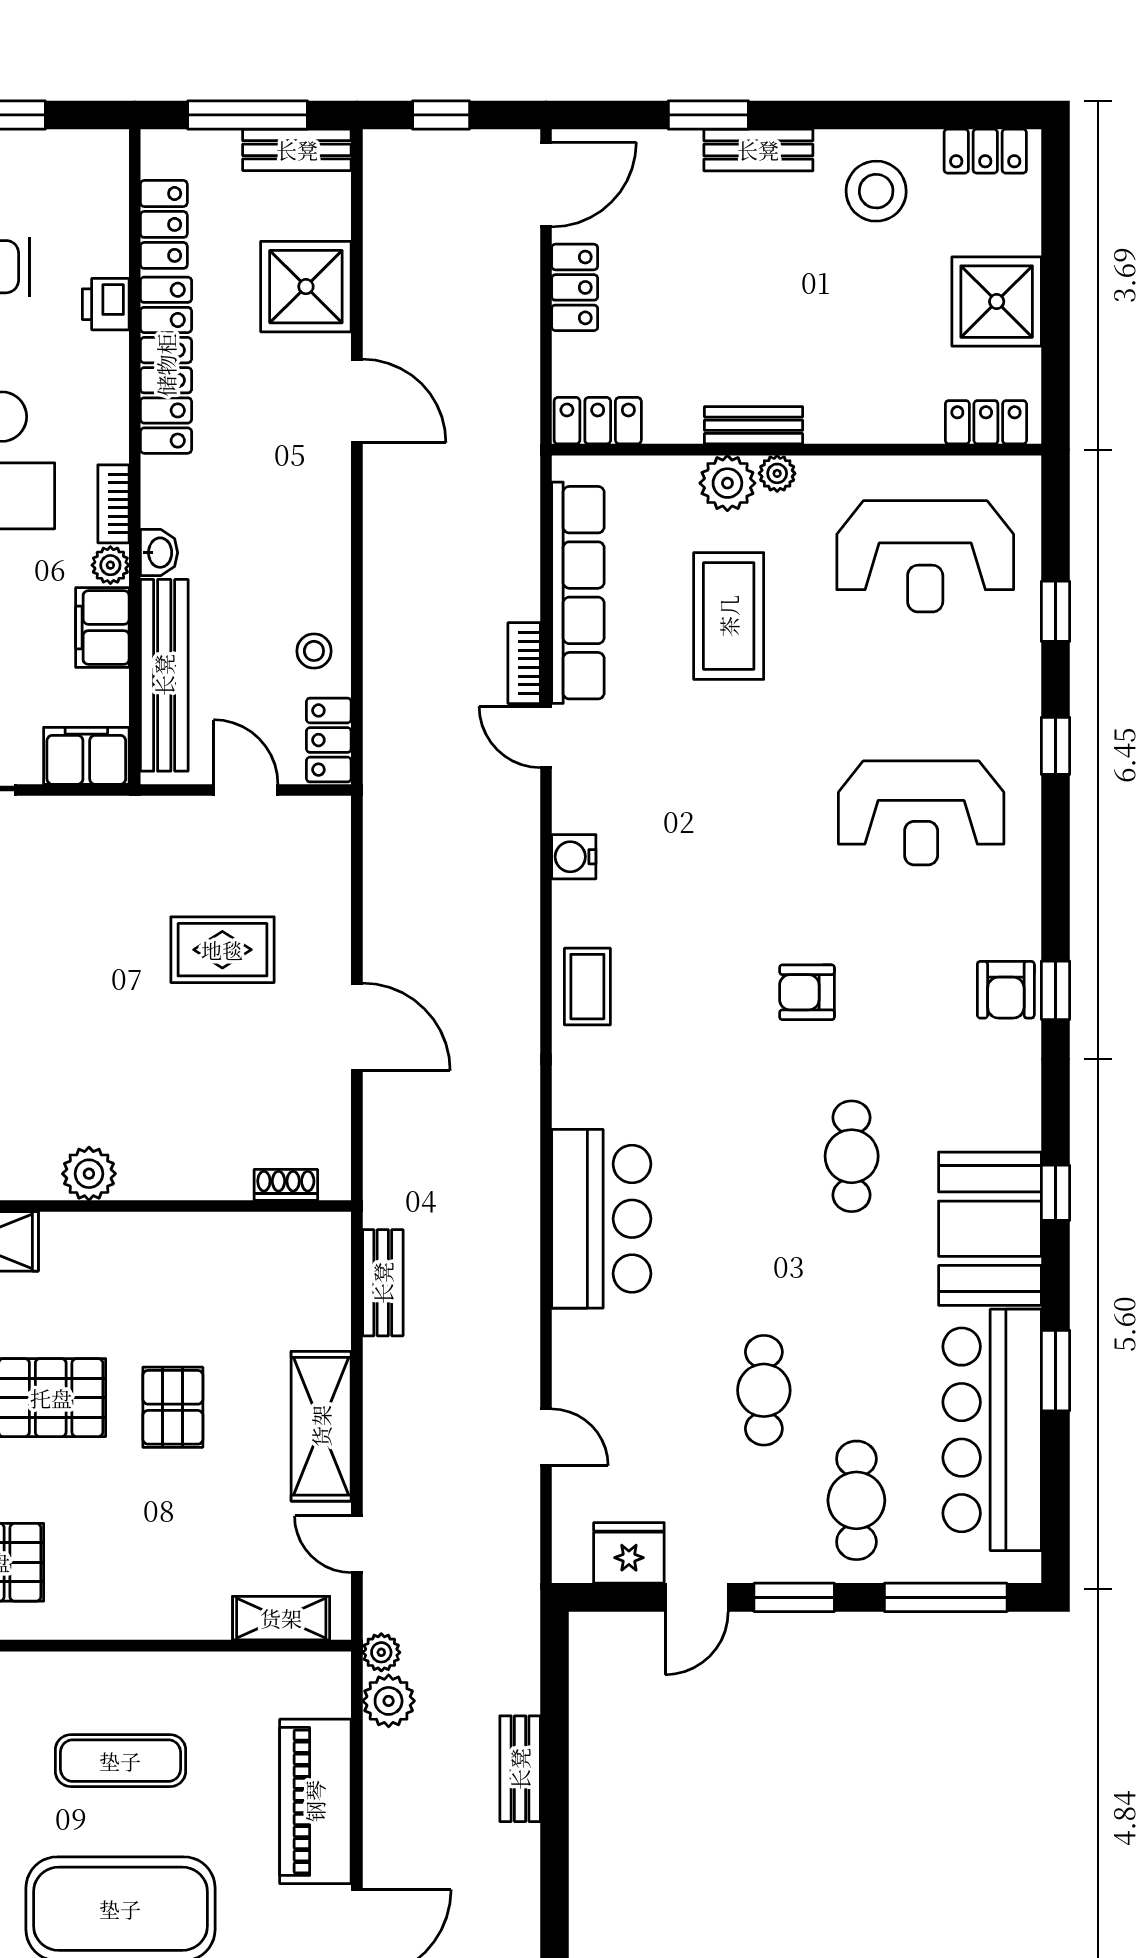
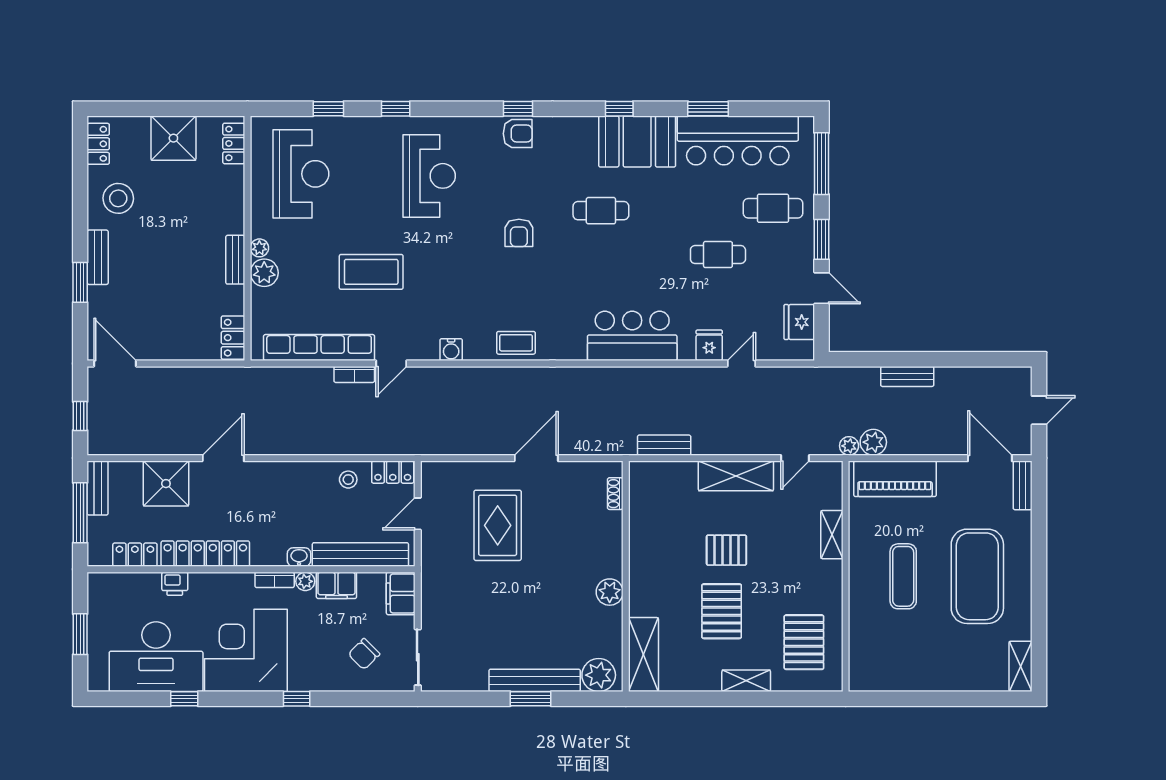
locker: (575, 287) -> (166, 349), removed
coffee table: (729, 616) -> (371, 272), moved
rug: (222, 950) -> (498, 525), width x1.36, depth x1.43
fridge: (582, 1373) -> (709, 345), added
shelving: (281, 1618) -> (832, 535), moved
piano: (315, 1801) -> (895, 479), moved

